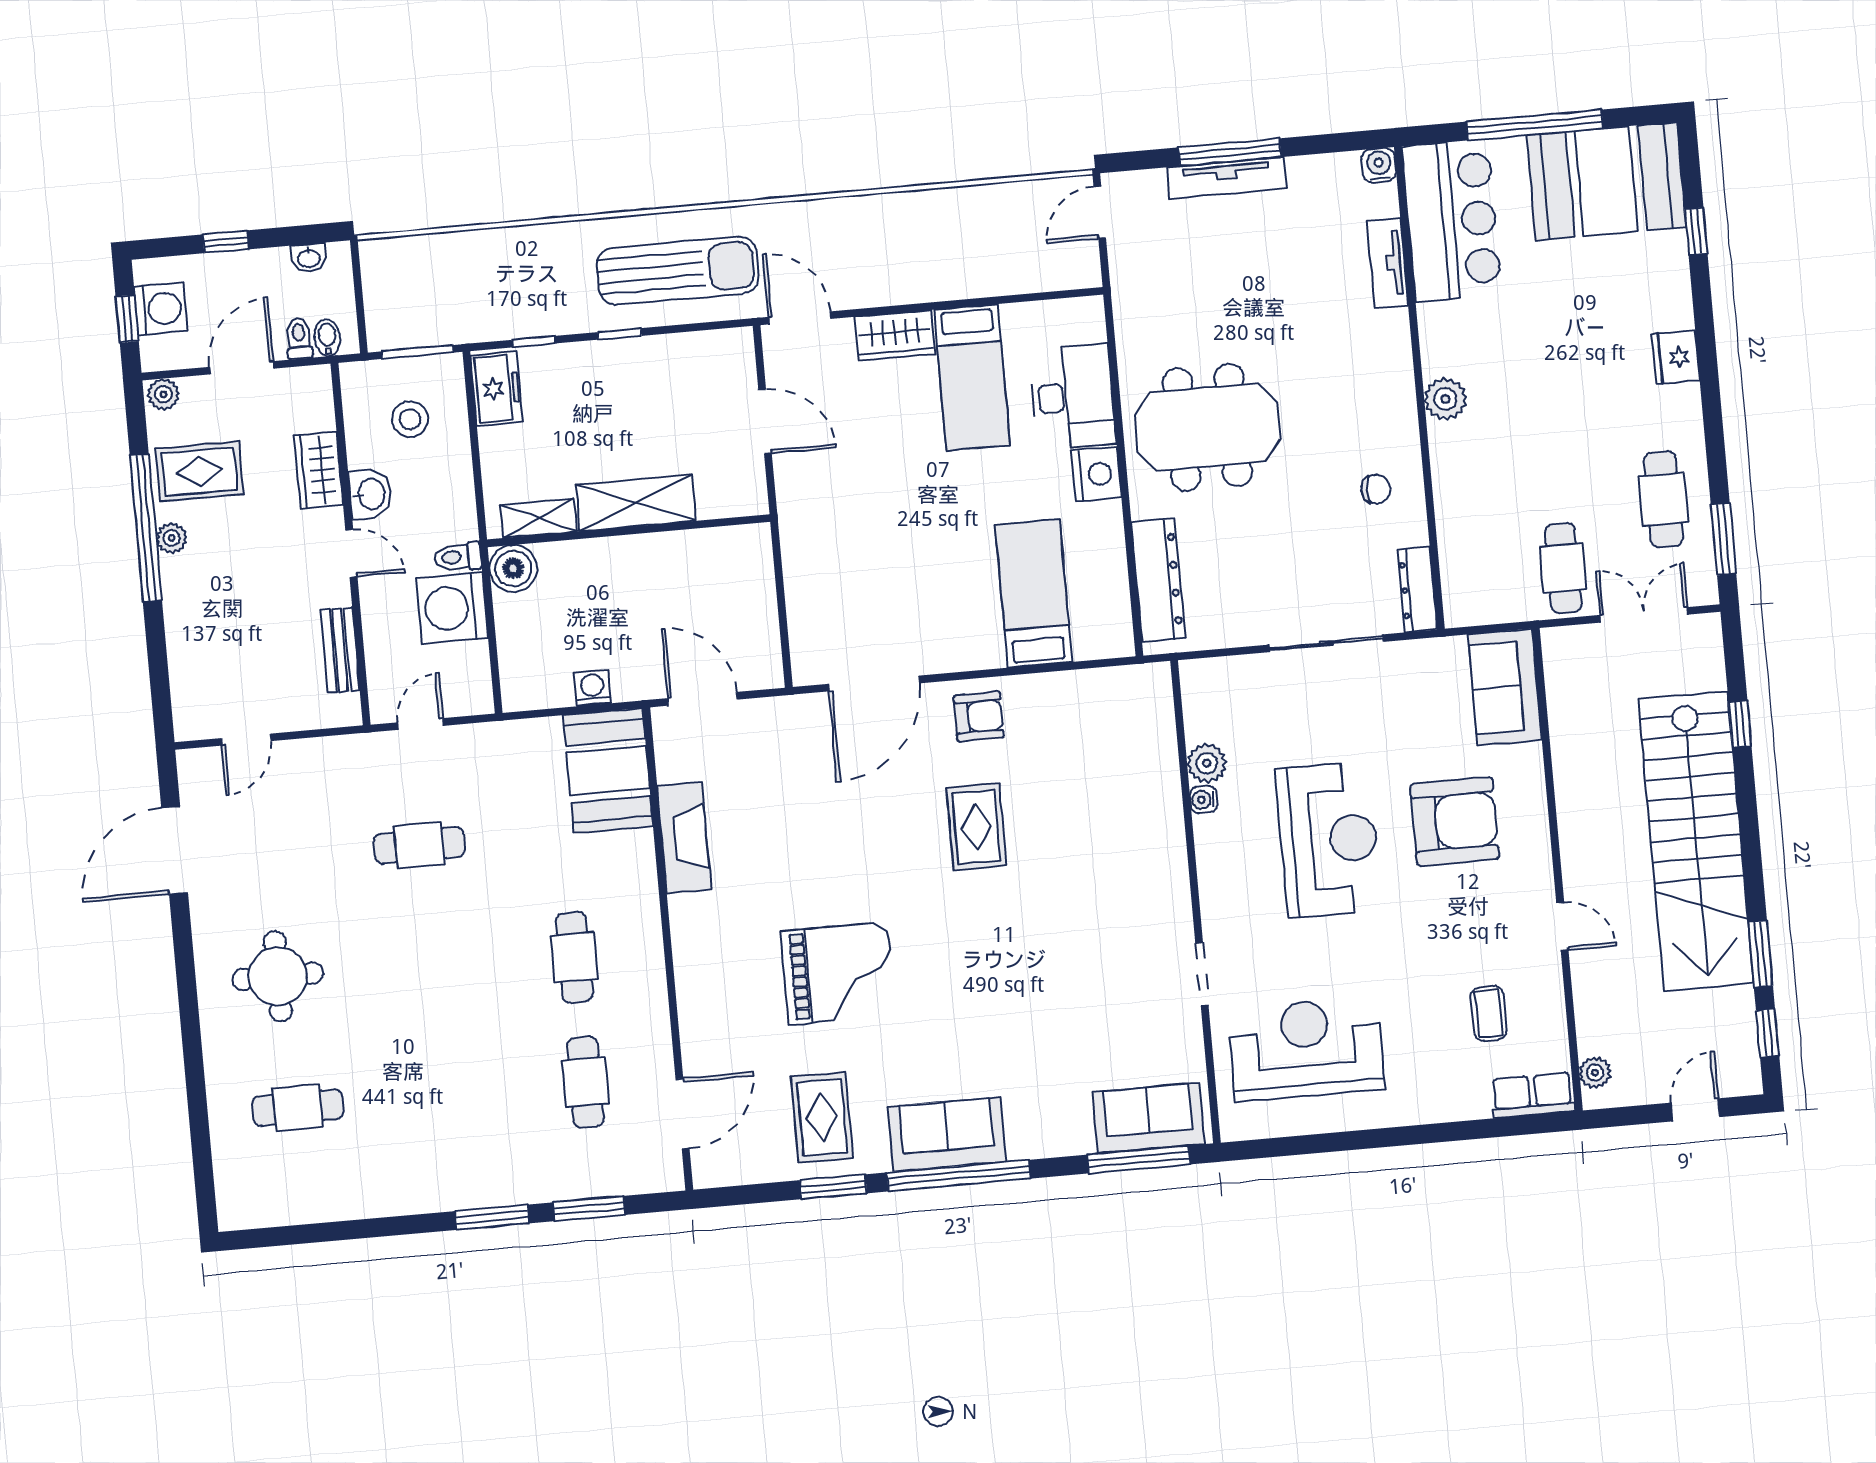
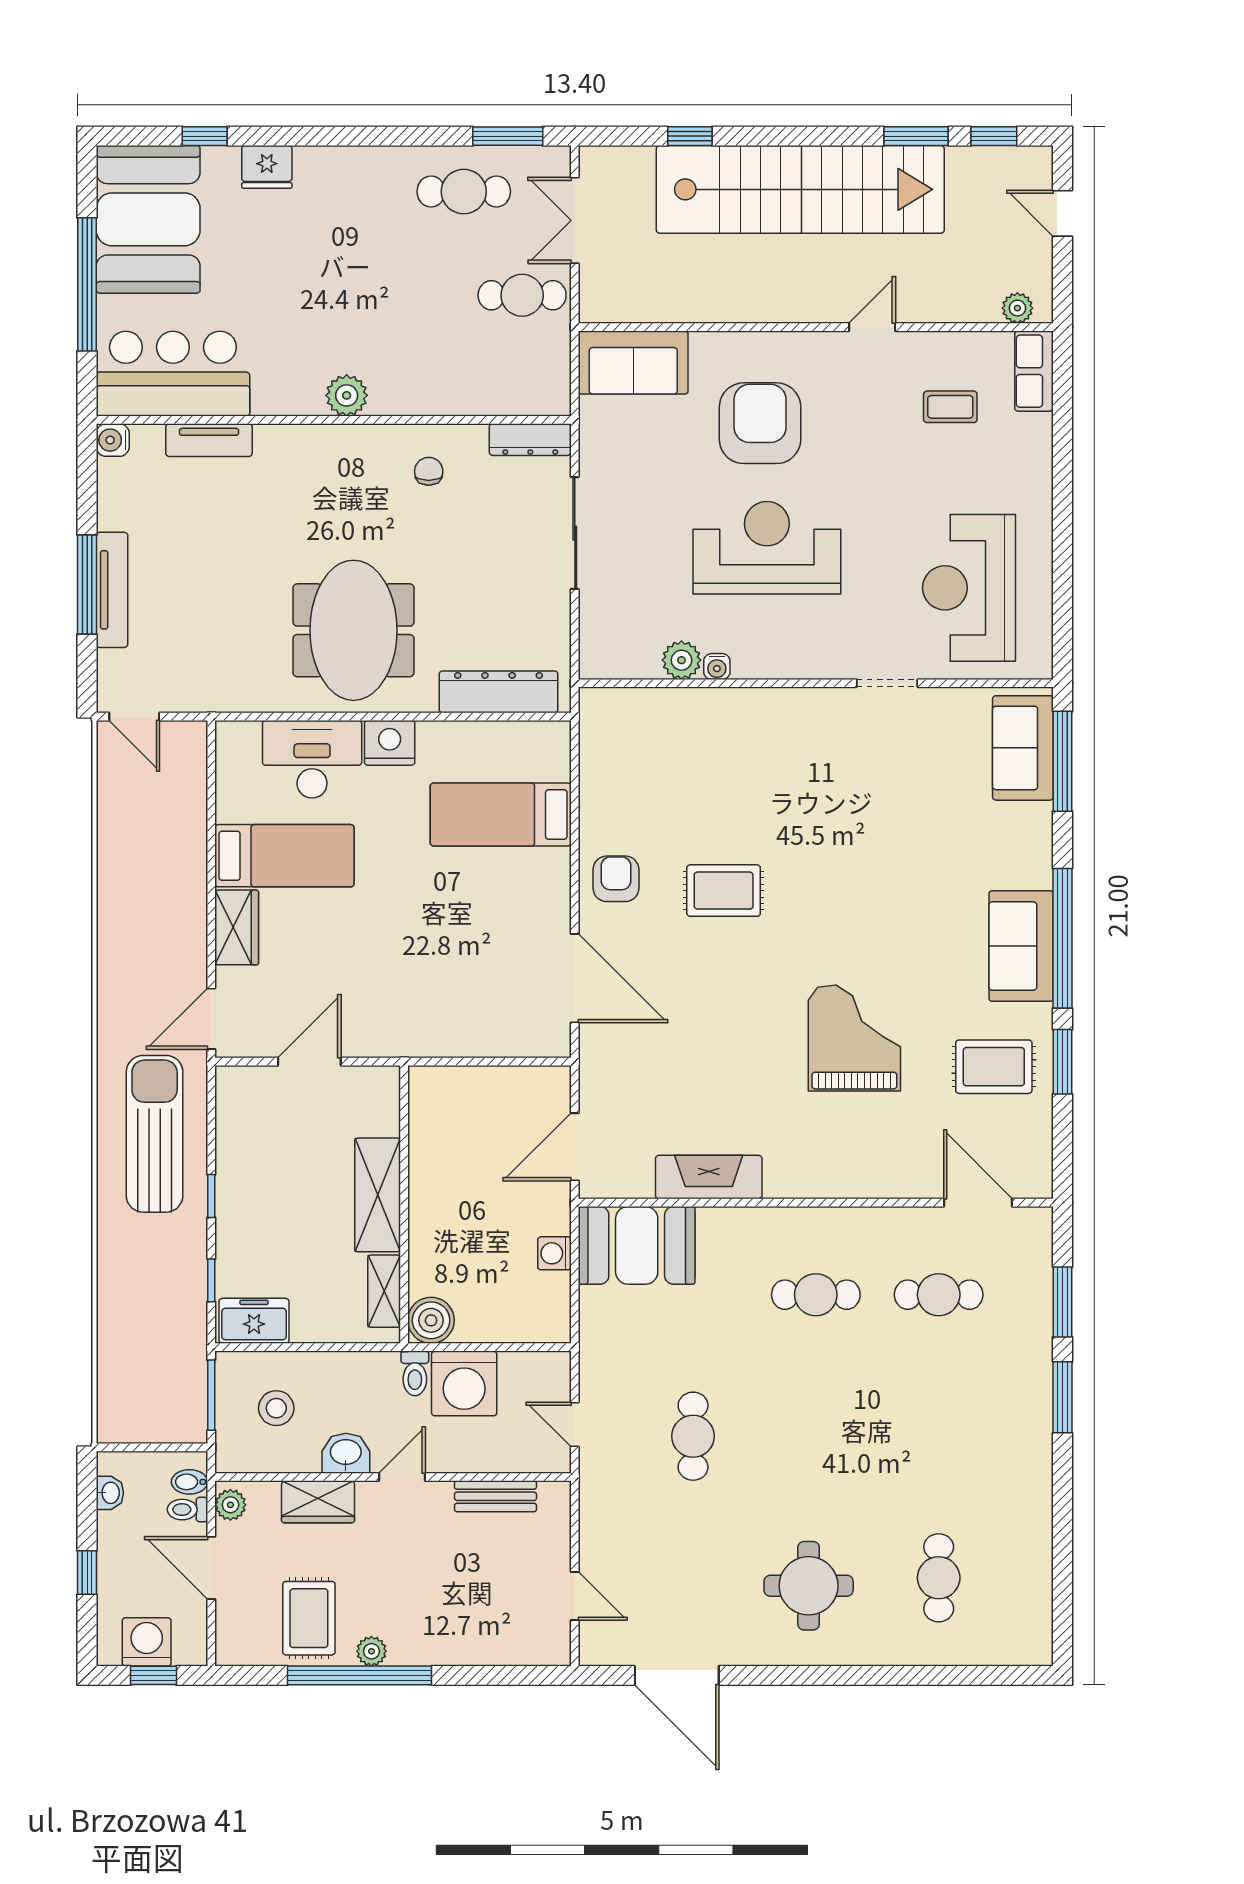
fridge: (1676, 357) -> (267, 167), moved
plant: (163, 394) -> (230, 1505), moved

